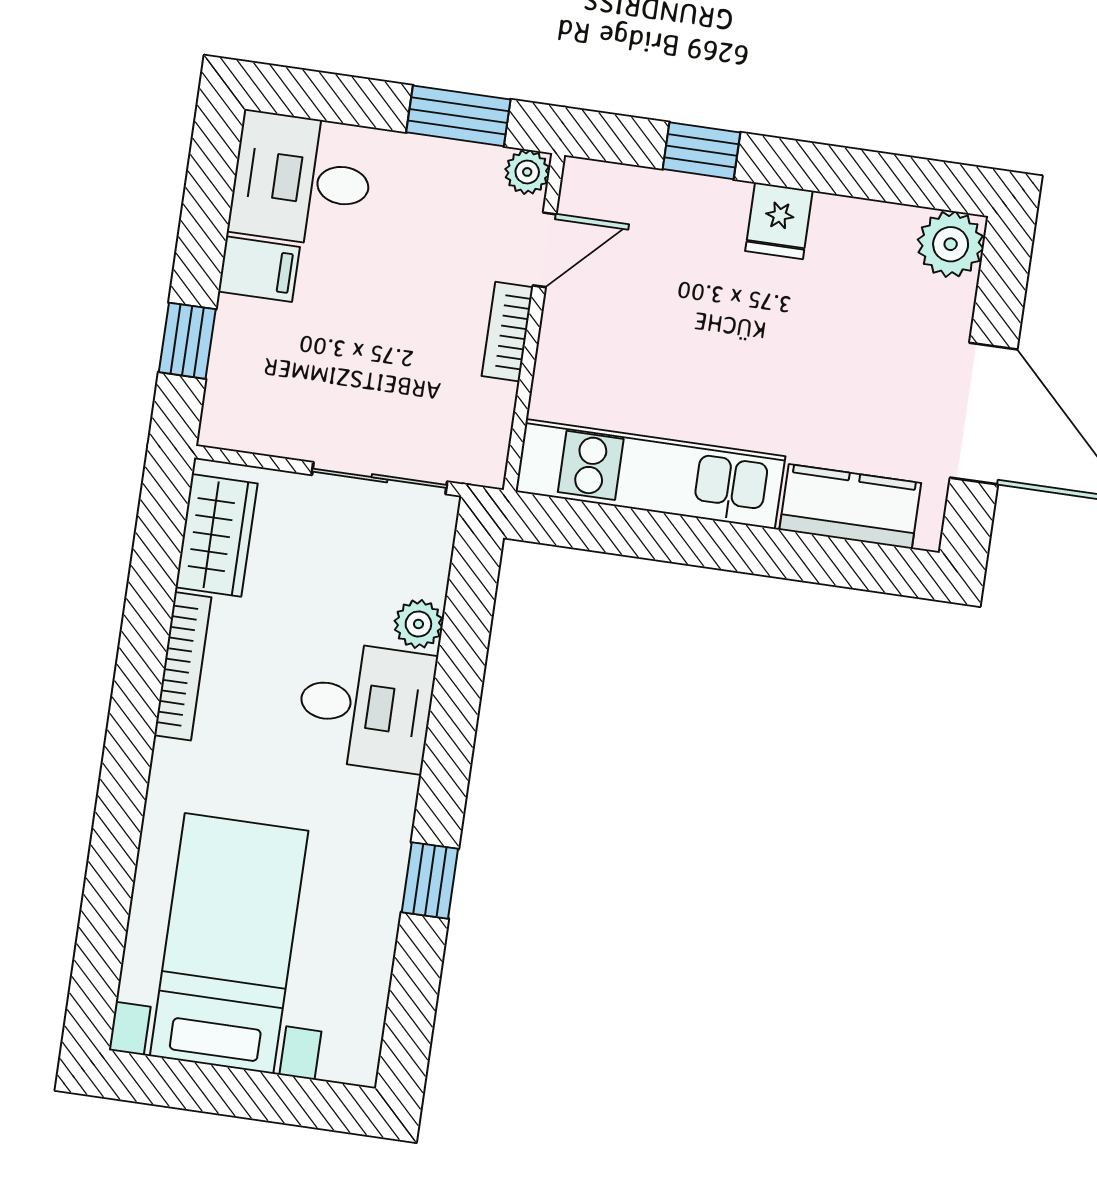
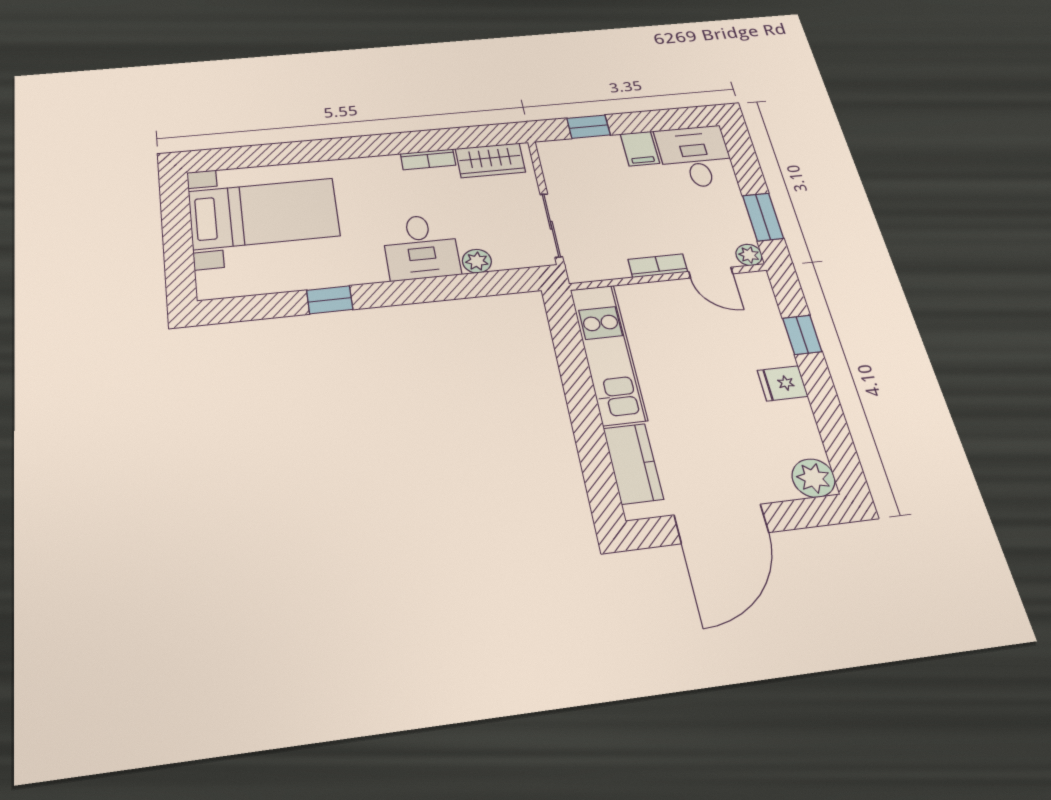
bookcase: (183, 666) -> (428, 159), width x0.64

